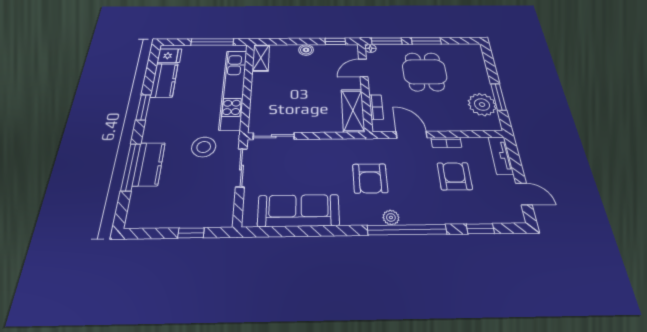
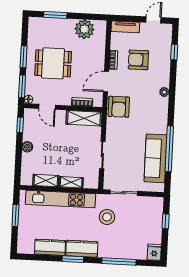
window: (212, 42) -> (15, 216), width x0.69
fridge: (169, 56) -> (154, 252), moved
shelving: (261, 58) -> (46, 181), moved
window: (498, 97) -> (55, 15), moved
shelving: (258, 100) -> (71, 182), added
sliding door: (274, 136) -> (102, 155), moved
kitchen counter: (149, 164) -> (82, 249), moved
armchair: (370, 178) -> (119, 107), moved, turned 90
plant: (391, 217) -> (164, 92), moved
window: (407, 230) -> (169, 149), moved

